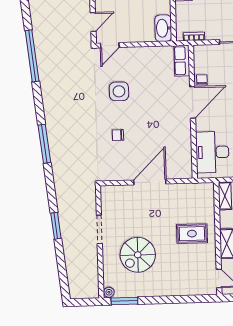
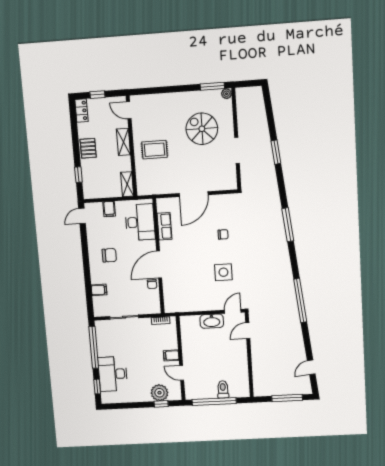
washbasin: (163, 28) -> (212, 321), moved, turned 90
row of seats: (182, 61) -> (165, 226), moved
spiral stairs: (138, 255) -> (202, 129), turned -90

